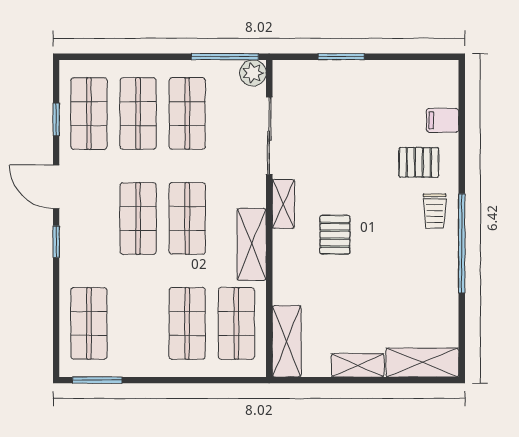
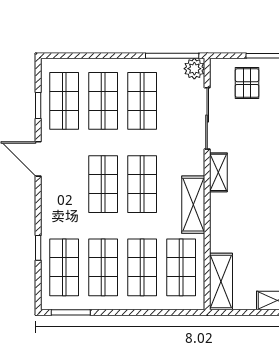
pallet: (335, 235) -> (247, 83), moved
window: (56, 242) -> (38, 248), moved
shop shelf: (138, 323) -> (103, 267), added

